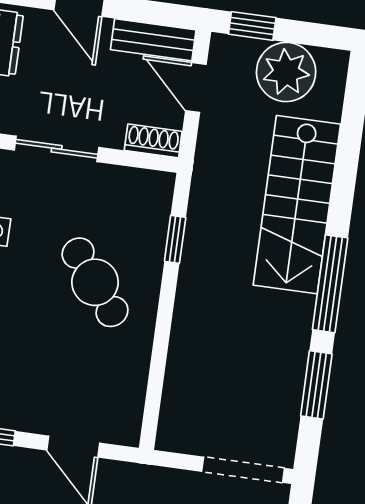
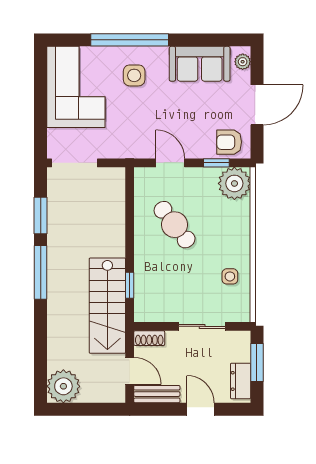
window: (252, 26) -> (103, 409), removed
plant: (286, 72) -> (63, 386), moved
stairs: (297, 205) -> (107, 306), moved, turned 180
cafe table: (95, 282) -> (175, 225), moved

